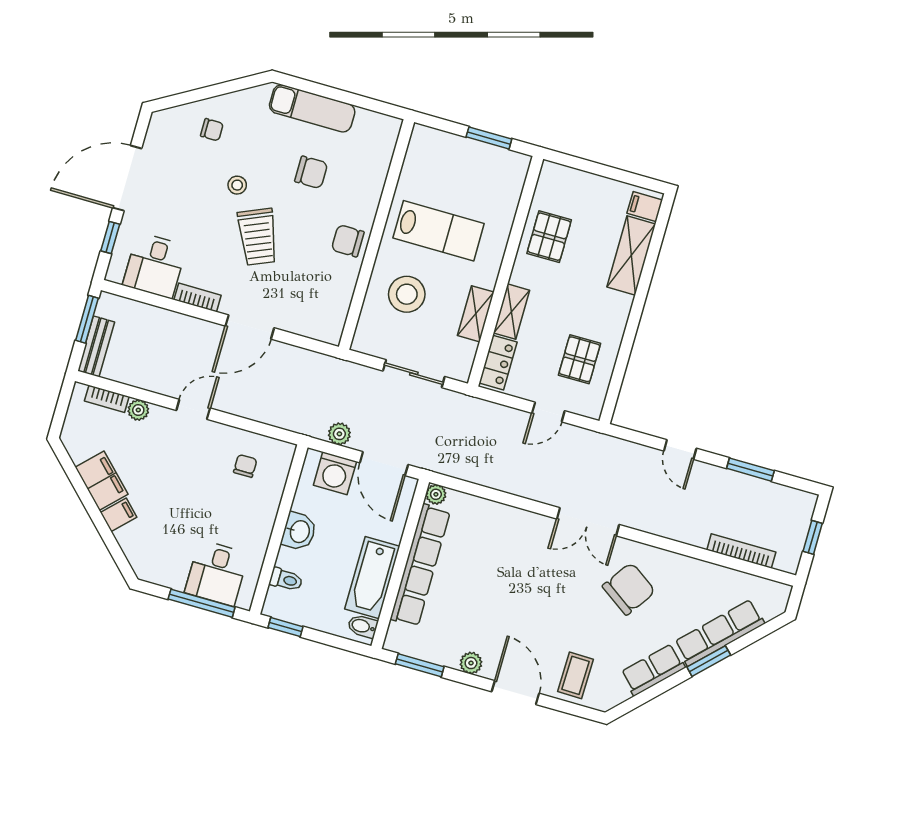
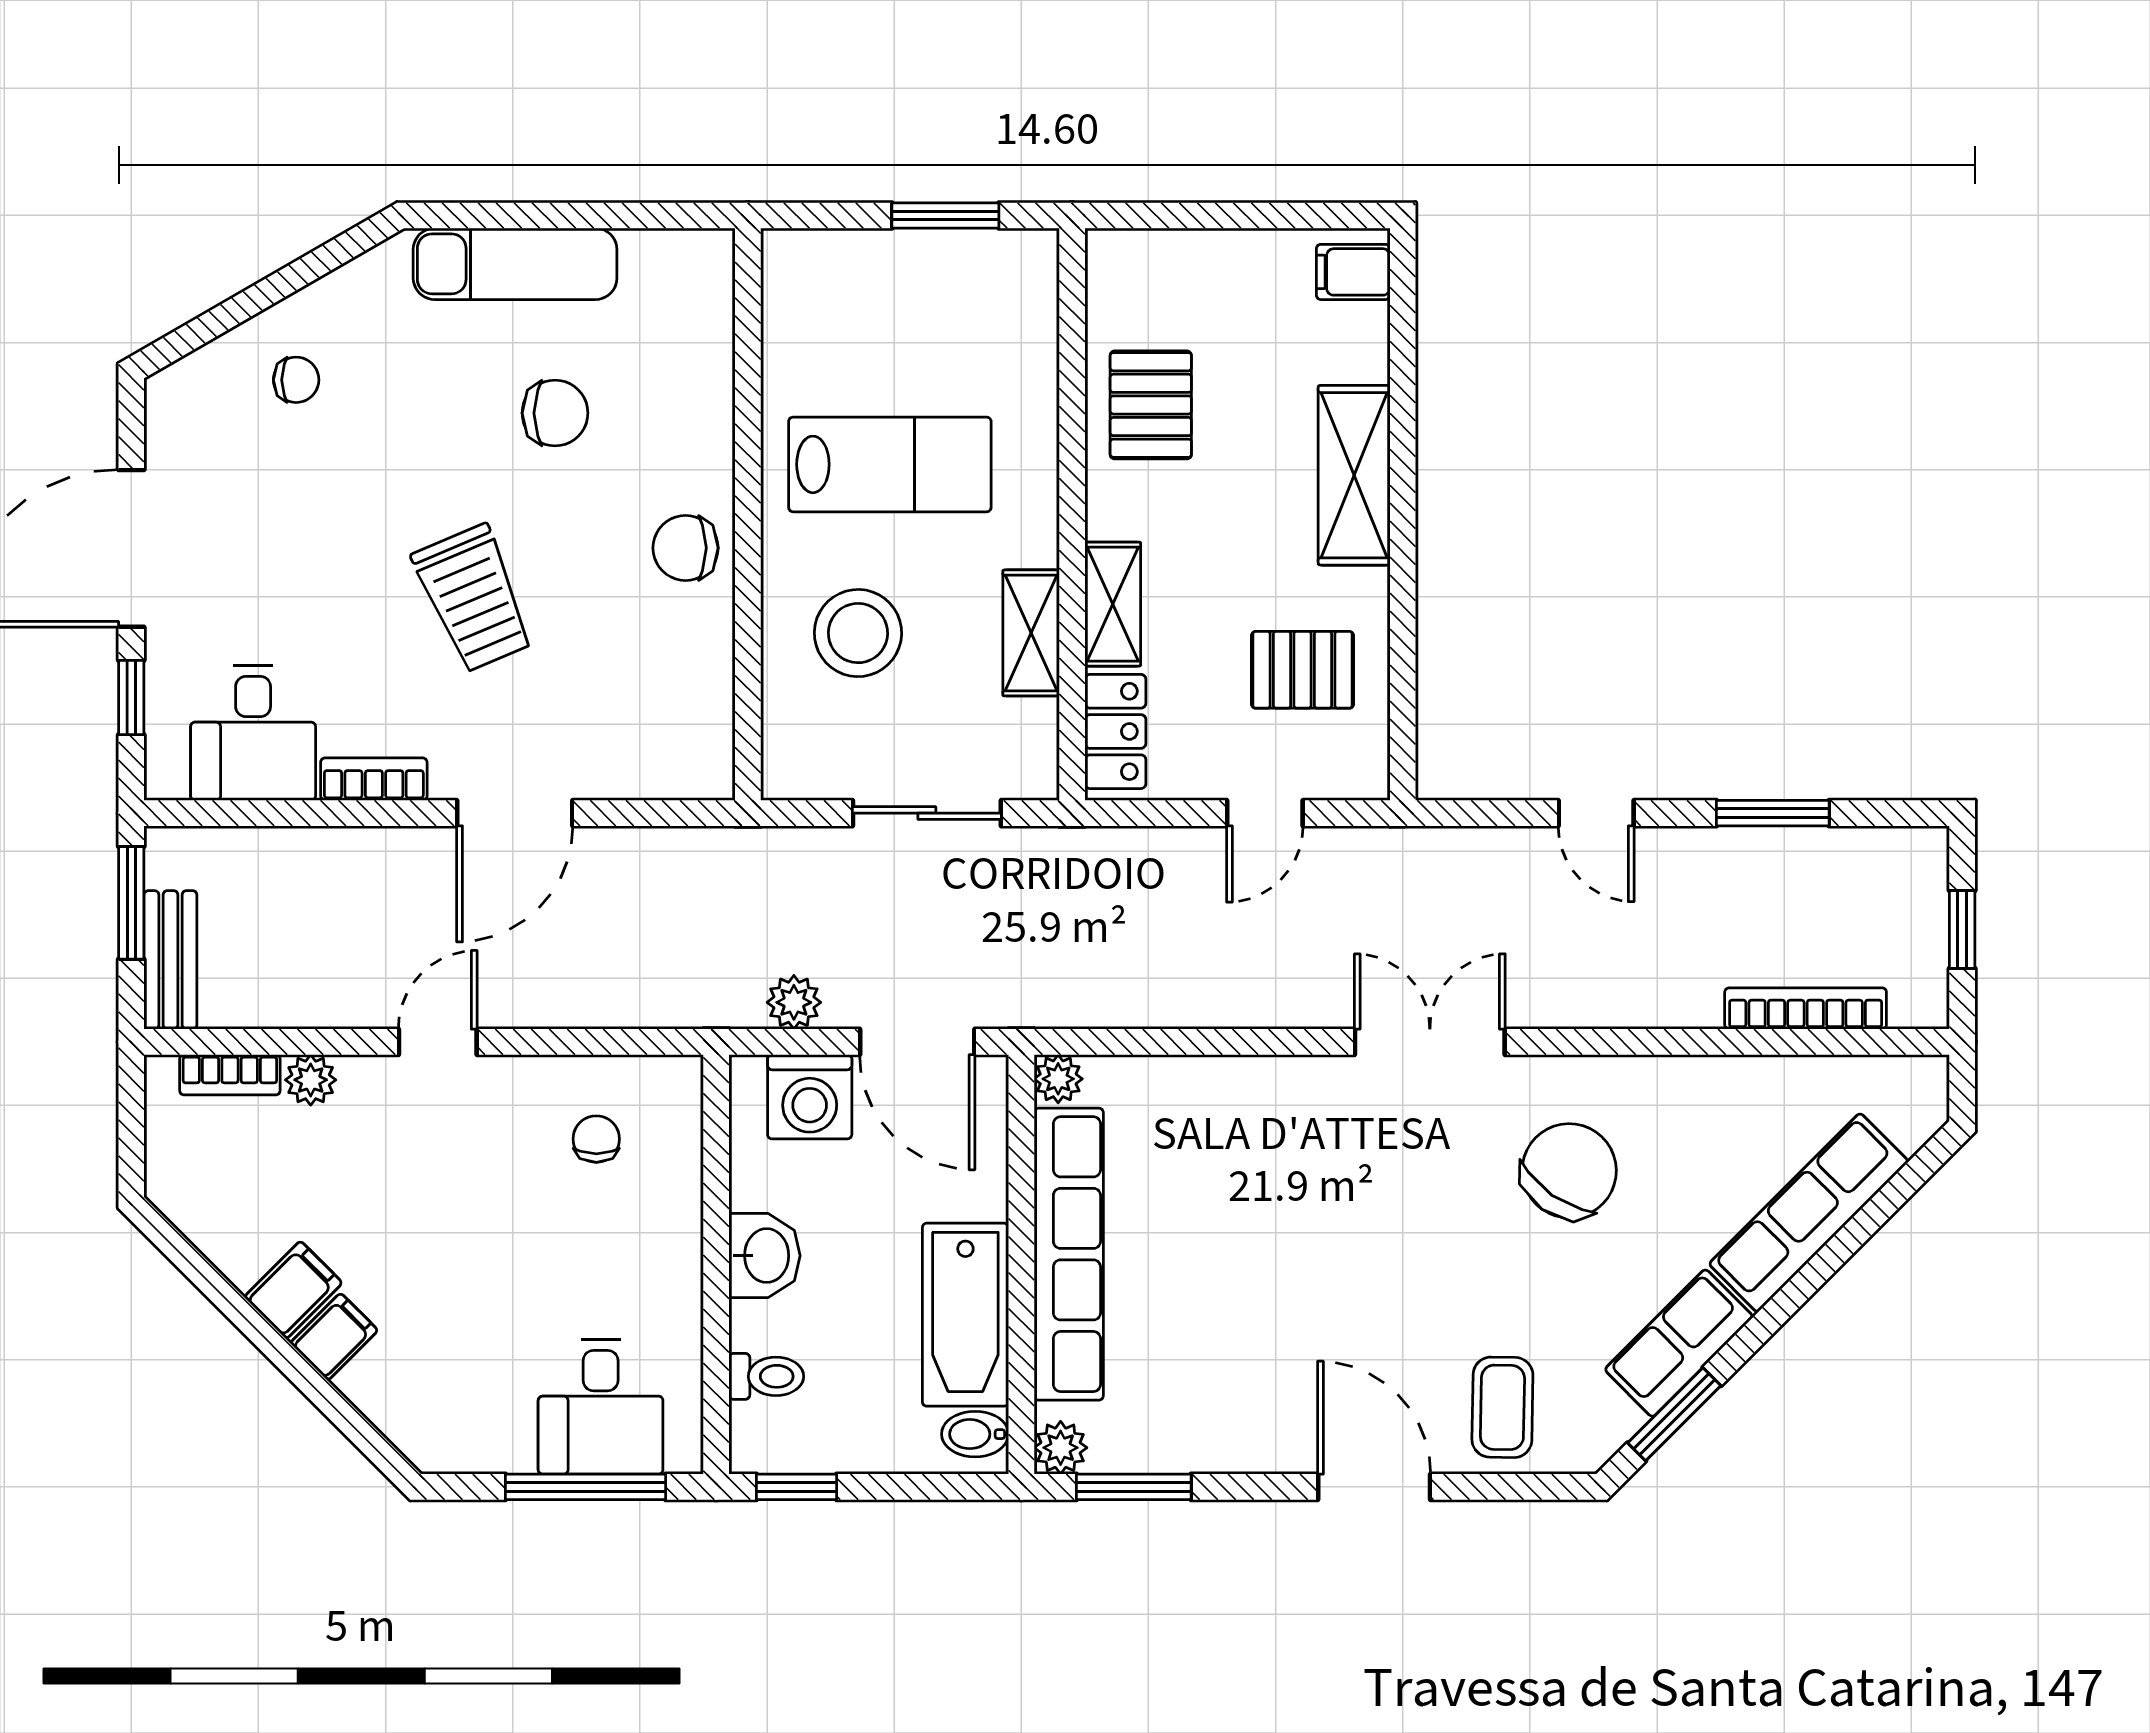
stool: (237, 185) -> (391, 492), removed
shelving: (631, 256) -> (1354, 475), moved
pallet: (580, 359) -> (1303, 670), turned 90
filing cabinet: (102, 481) -> (293, 1290), width x0.50
double door: (588, 522) -> (1430, 1042), swing flipped
window: (709, 661) -> (1674, 1414), moved
plant: (471, 663) -> (1061, 1448), moved

